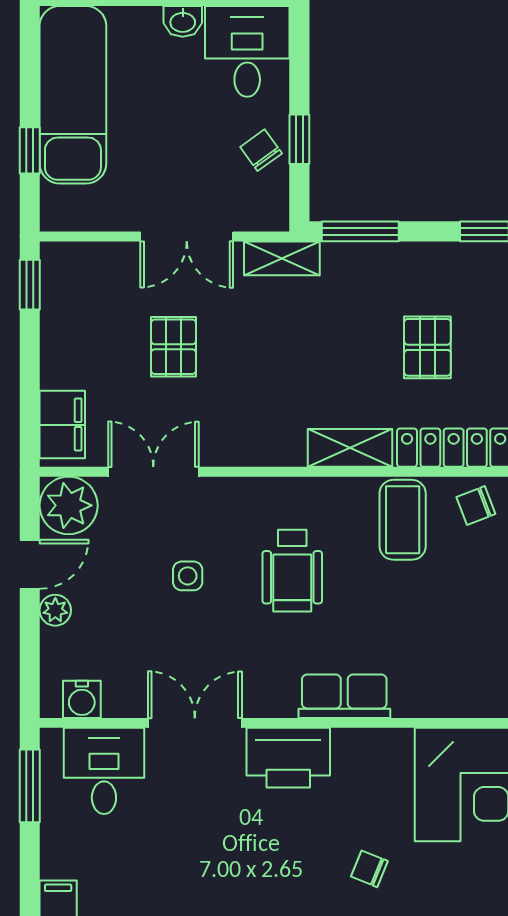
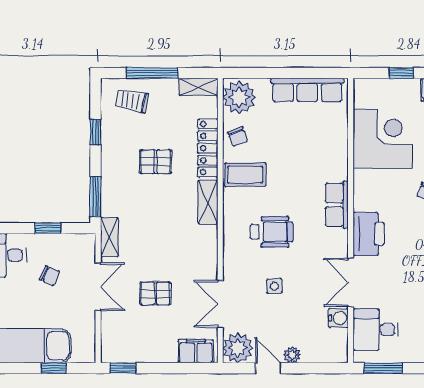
chair: (261, 150) -> (50, 276), moved, turned -120
water cooler: (82, 699) -> (338, 318), moved

